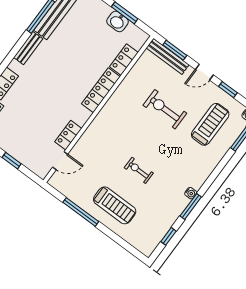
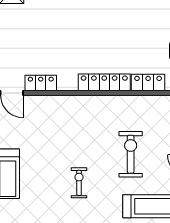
exercise bike: (139, 170) -> (79, 183), moved

